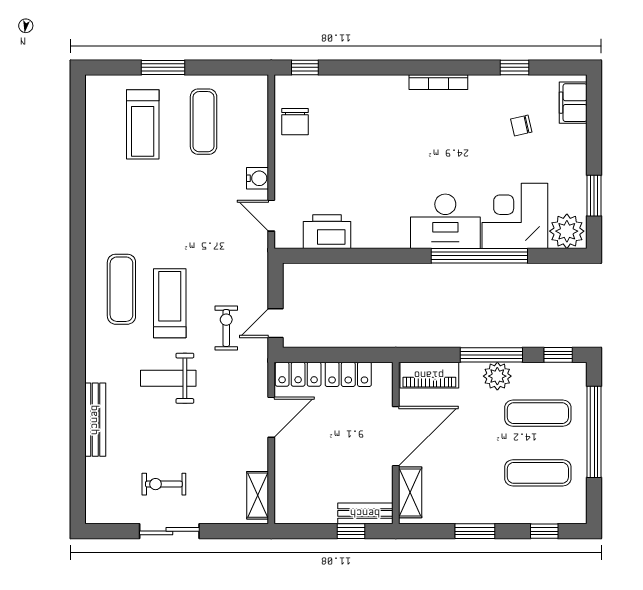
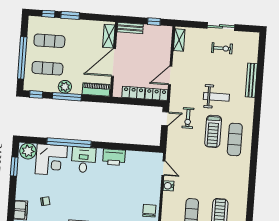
desk: (445, 221) -> (83, 160), width x0.73
printer: (327, 232) -> (114, 157), moved
window: (351, 531) -> (154, 22), moved
window: (475, 531) -> (70, 15), moved

